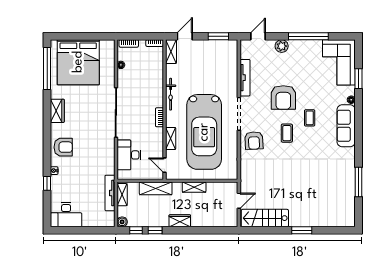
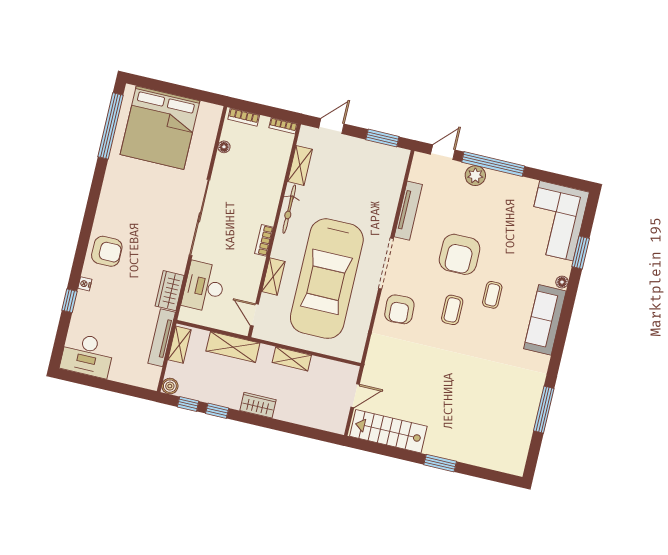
window: (308, 36) -> (493, 164), moved
shelving: (171, 52) -> (300, 165), moved
wardrobe: (57, 111) -> (170, 291), moved, turned 180

